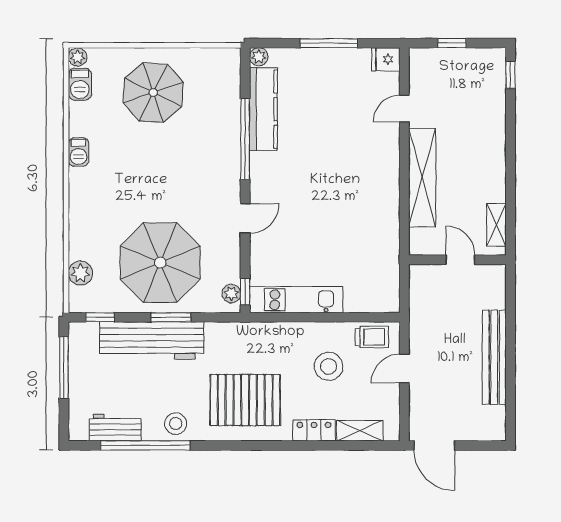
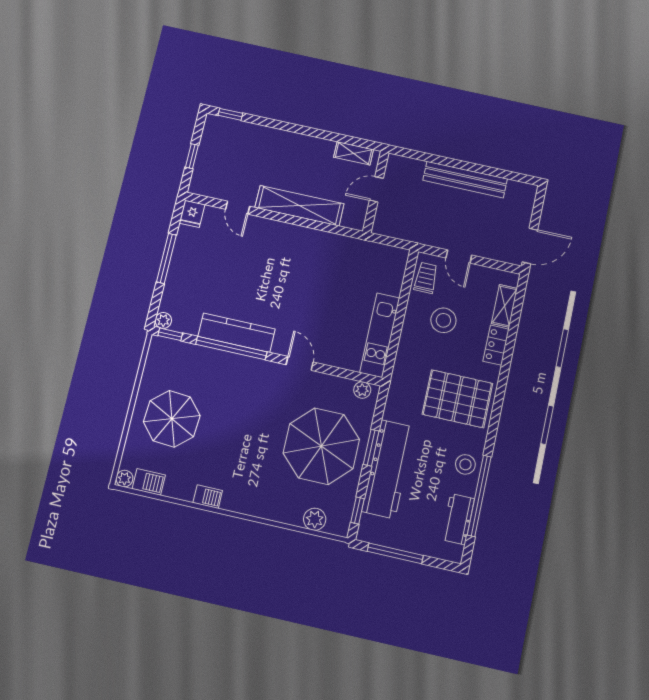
kitchen counter: (263, 109) -> (237, 333), moved
window: (245, 292) -> (170, 334), moved
pallet: (245, 400) -> (457, 399), turned 90

